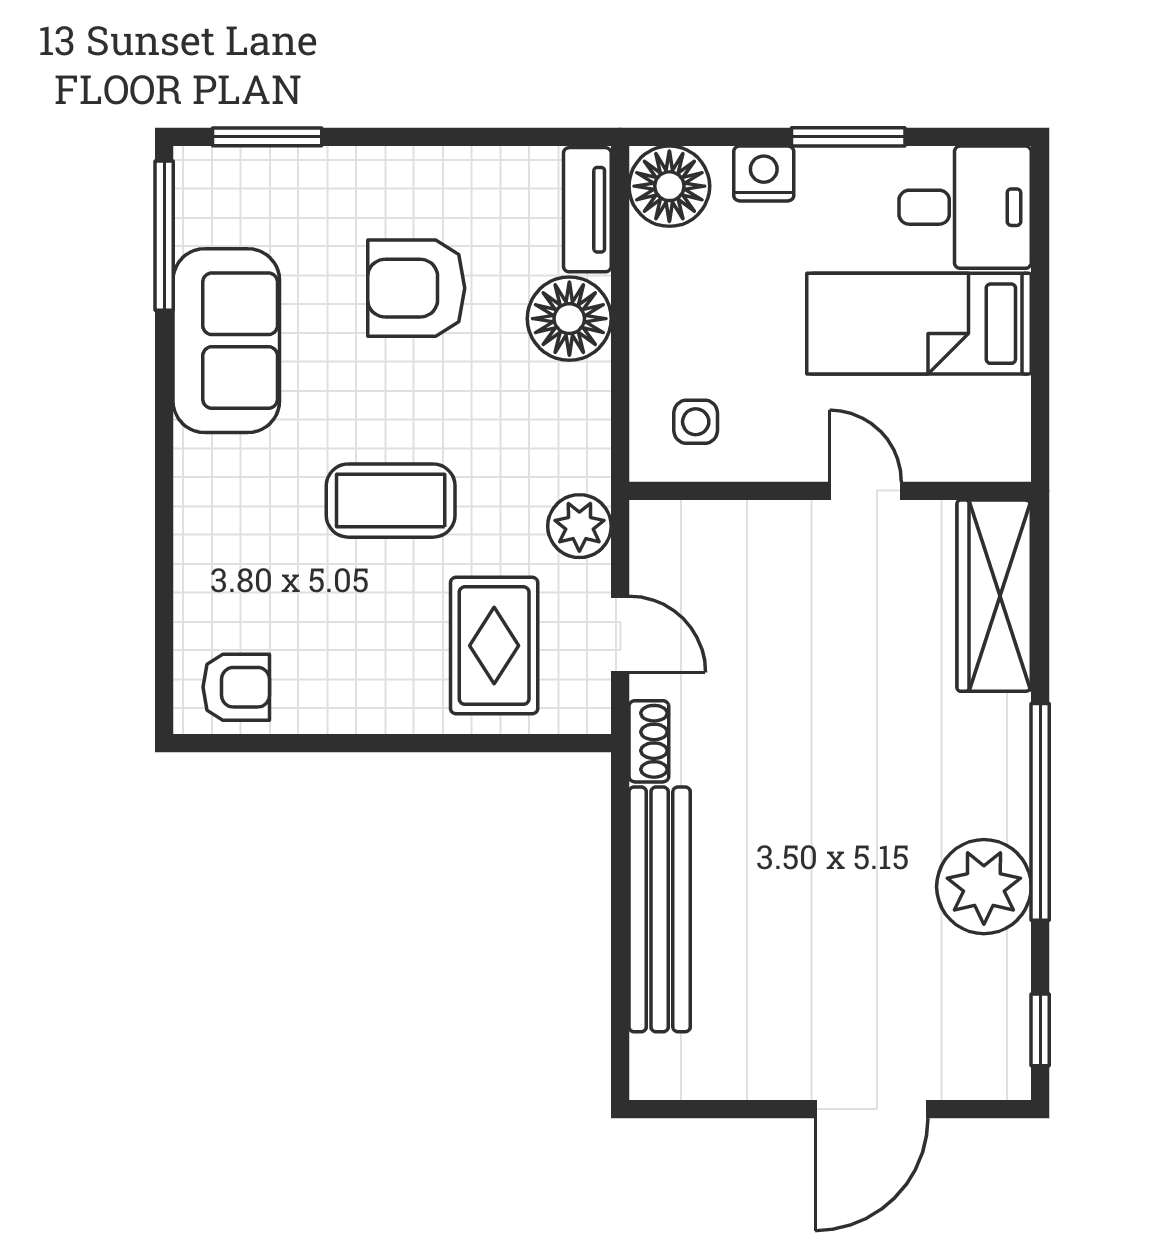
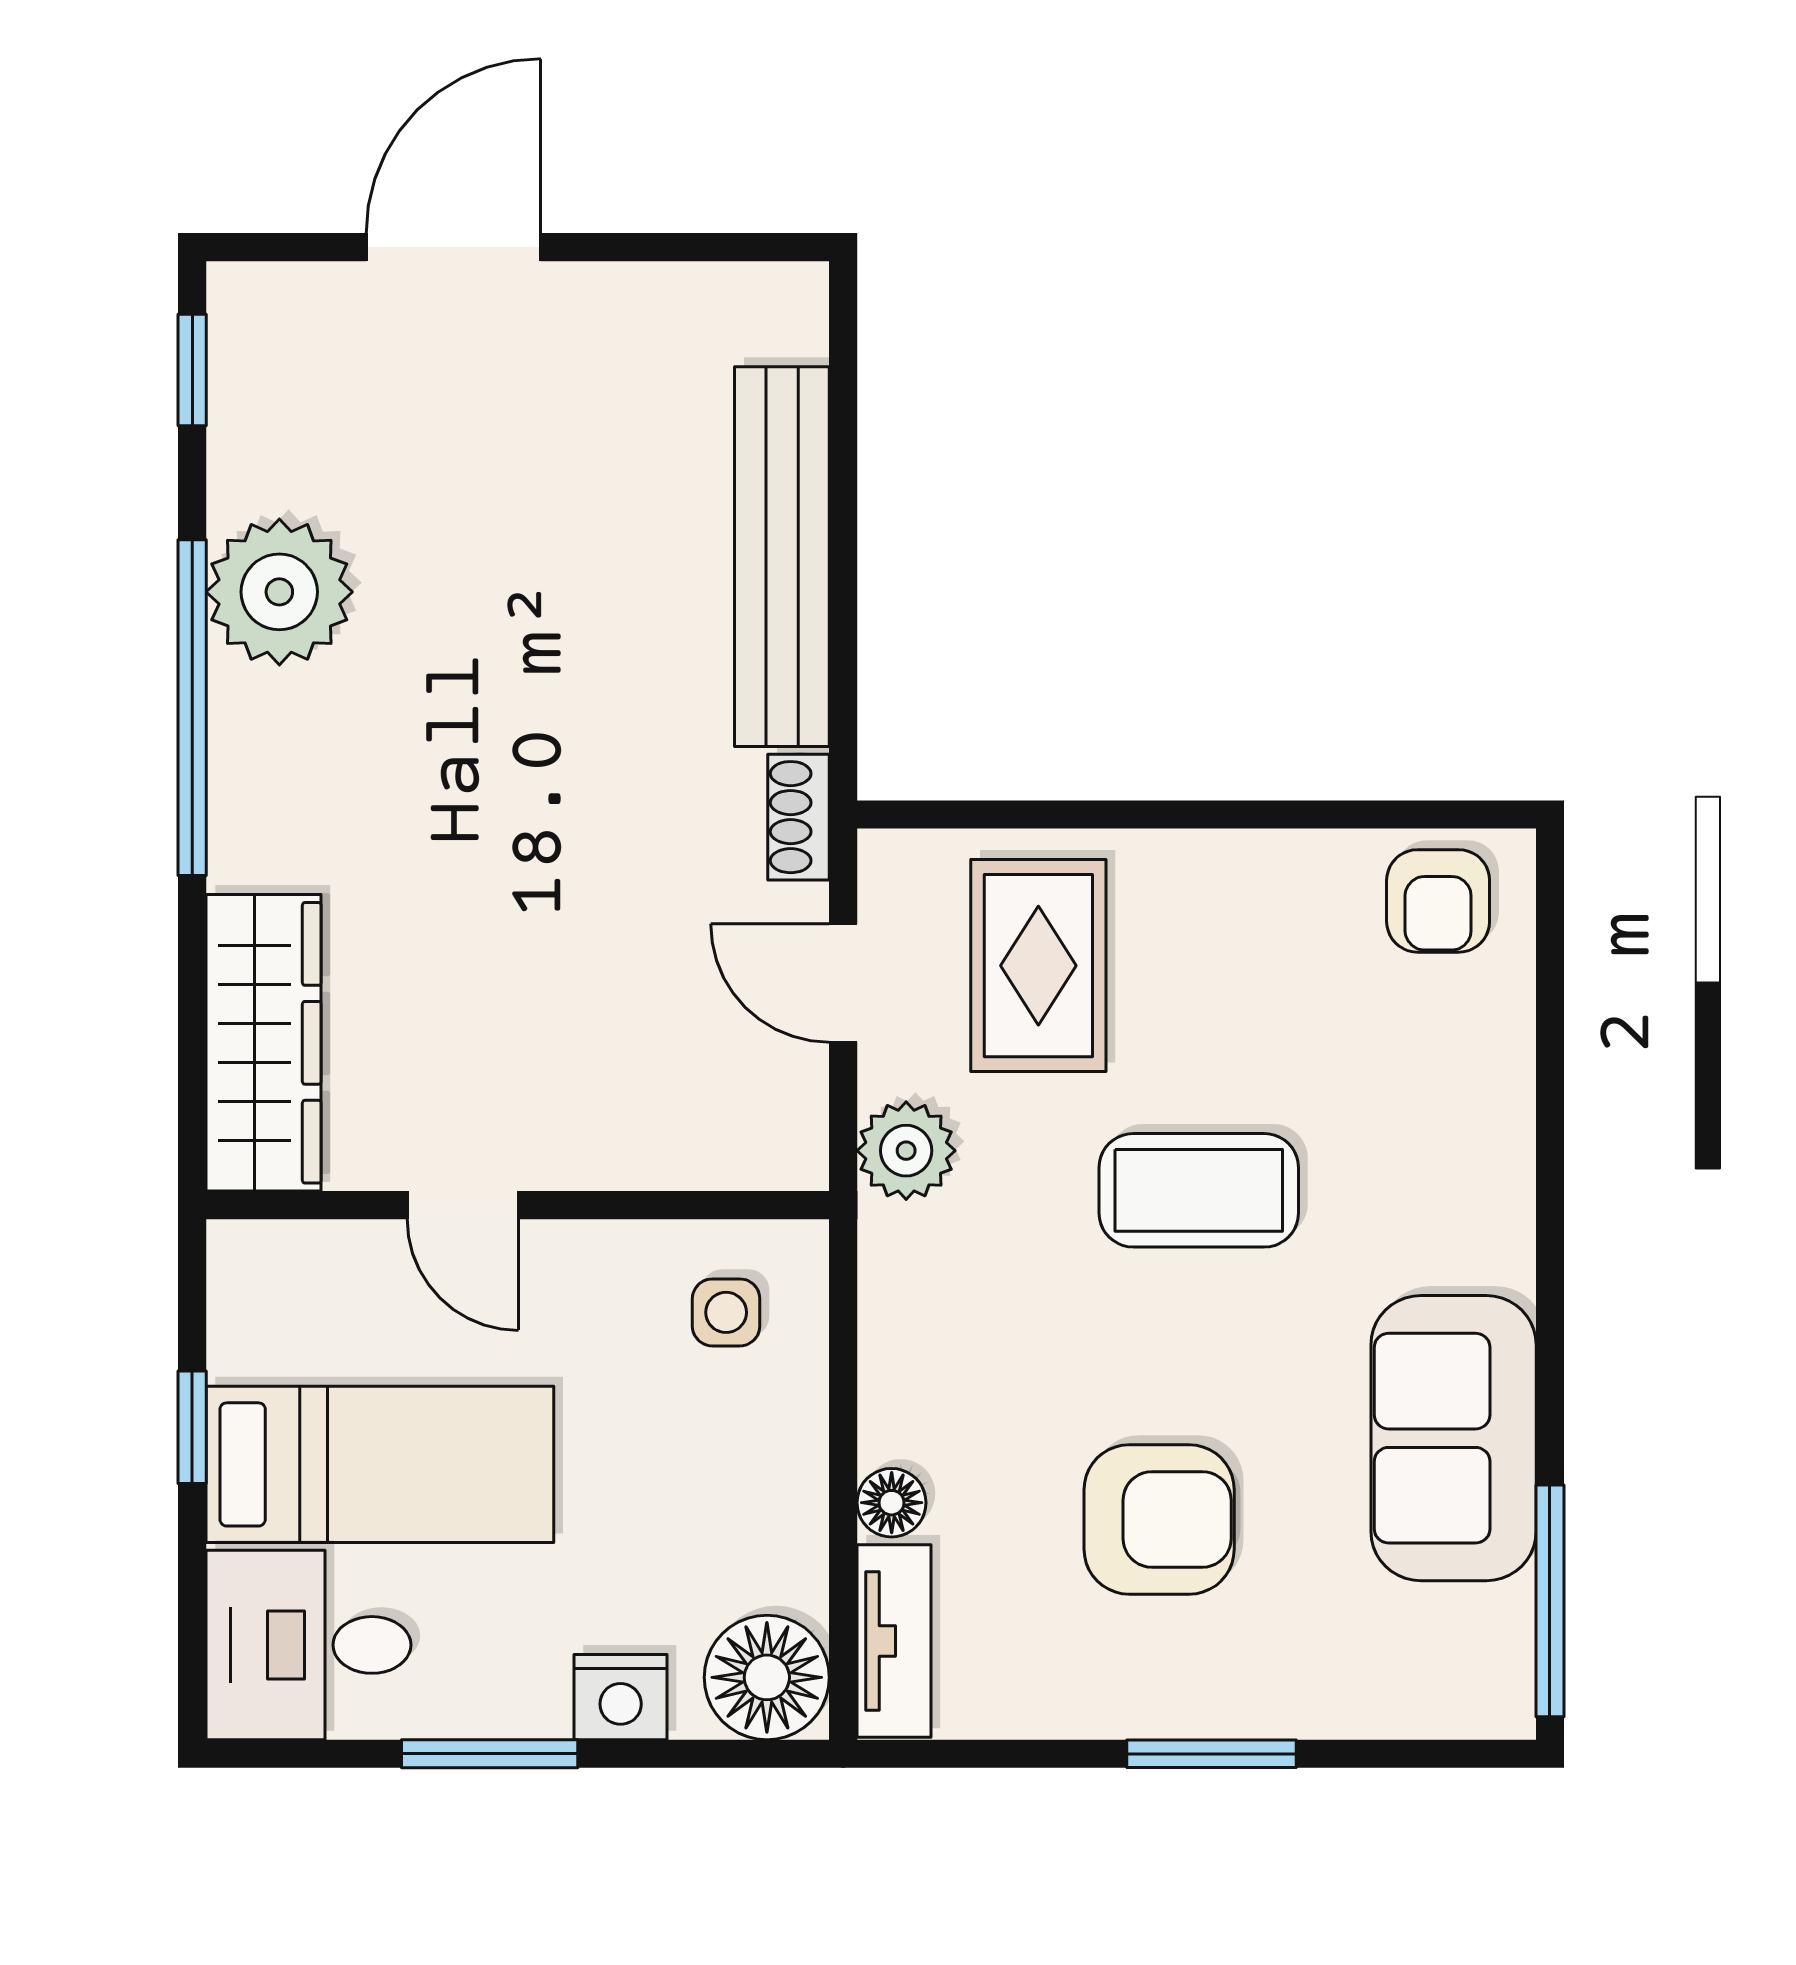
window: (267, 137) -> (1211, 1754), moved
floor lamp: (569, 319) -> (892, 1503), width x0.53, depth x0.53
window: (1040, 348) -> (192, 1427), added
armchair: (236, 687) -> (1438, 901), turned -90

